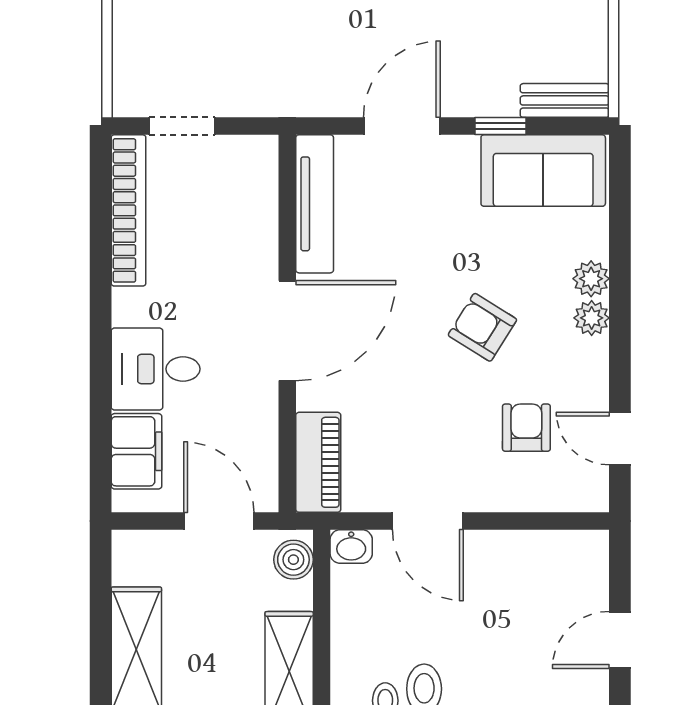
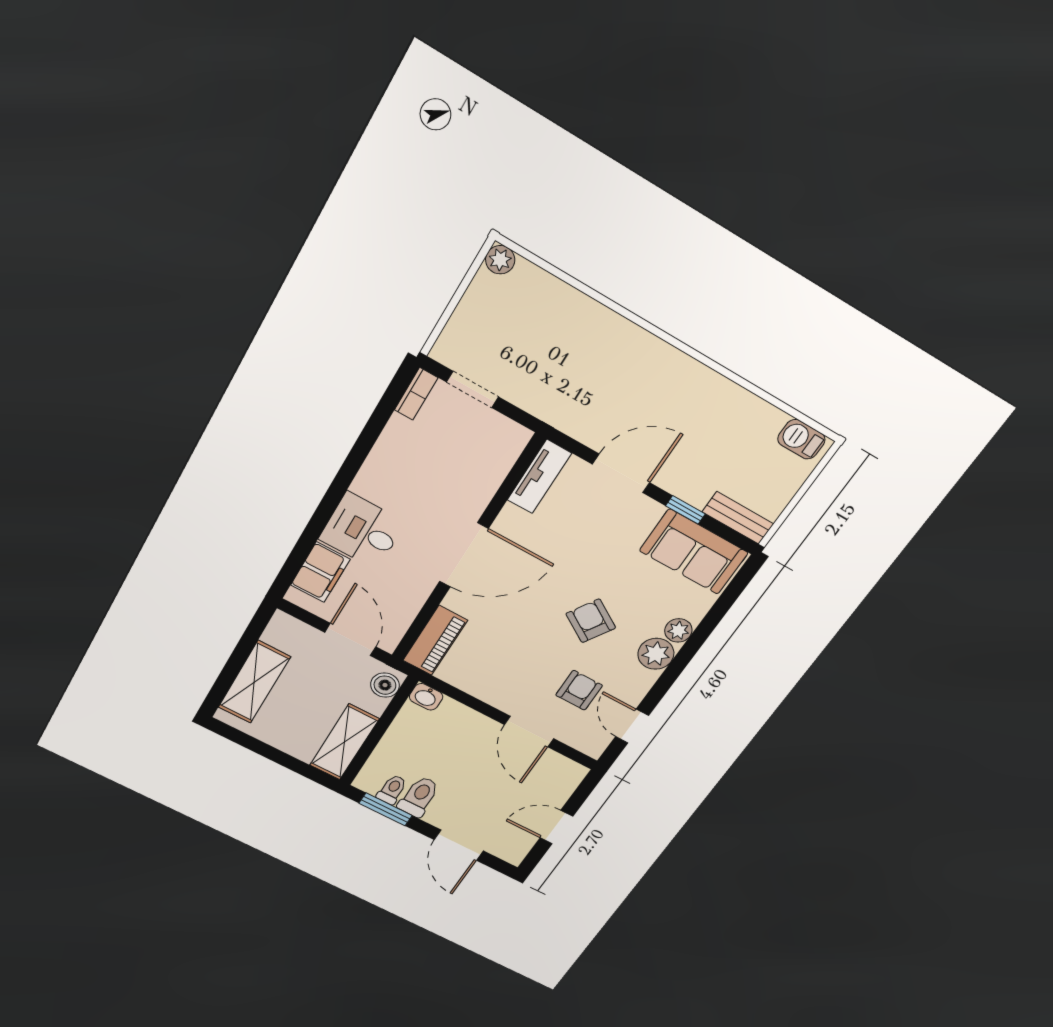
tv unit: (315, 204) -> (539, 477), width x0.71
bookcase: (128, 210) -> (416, 394), width x0.43, depth x0.76
plant: (592, 318) -> (656, 654), width x1.38, depth x1.38
door: (428, 521) -> (529, 732), moved

